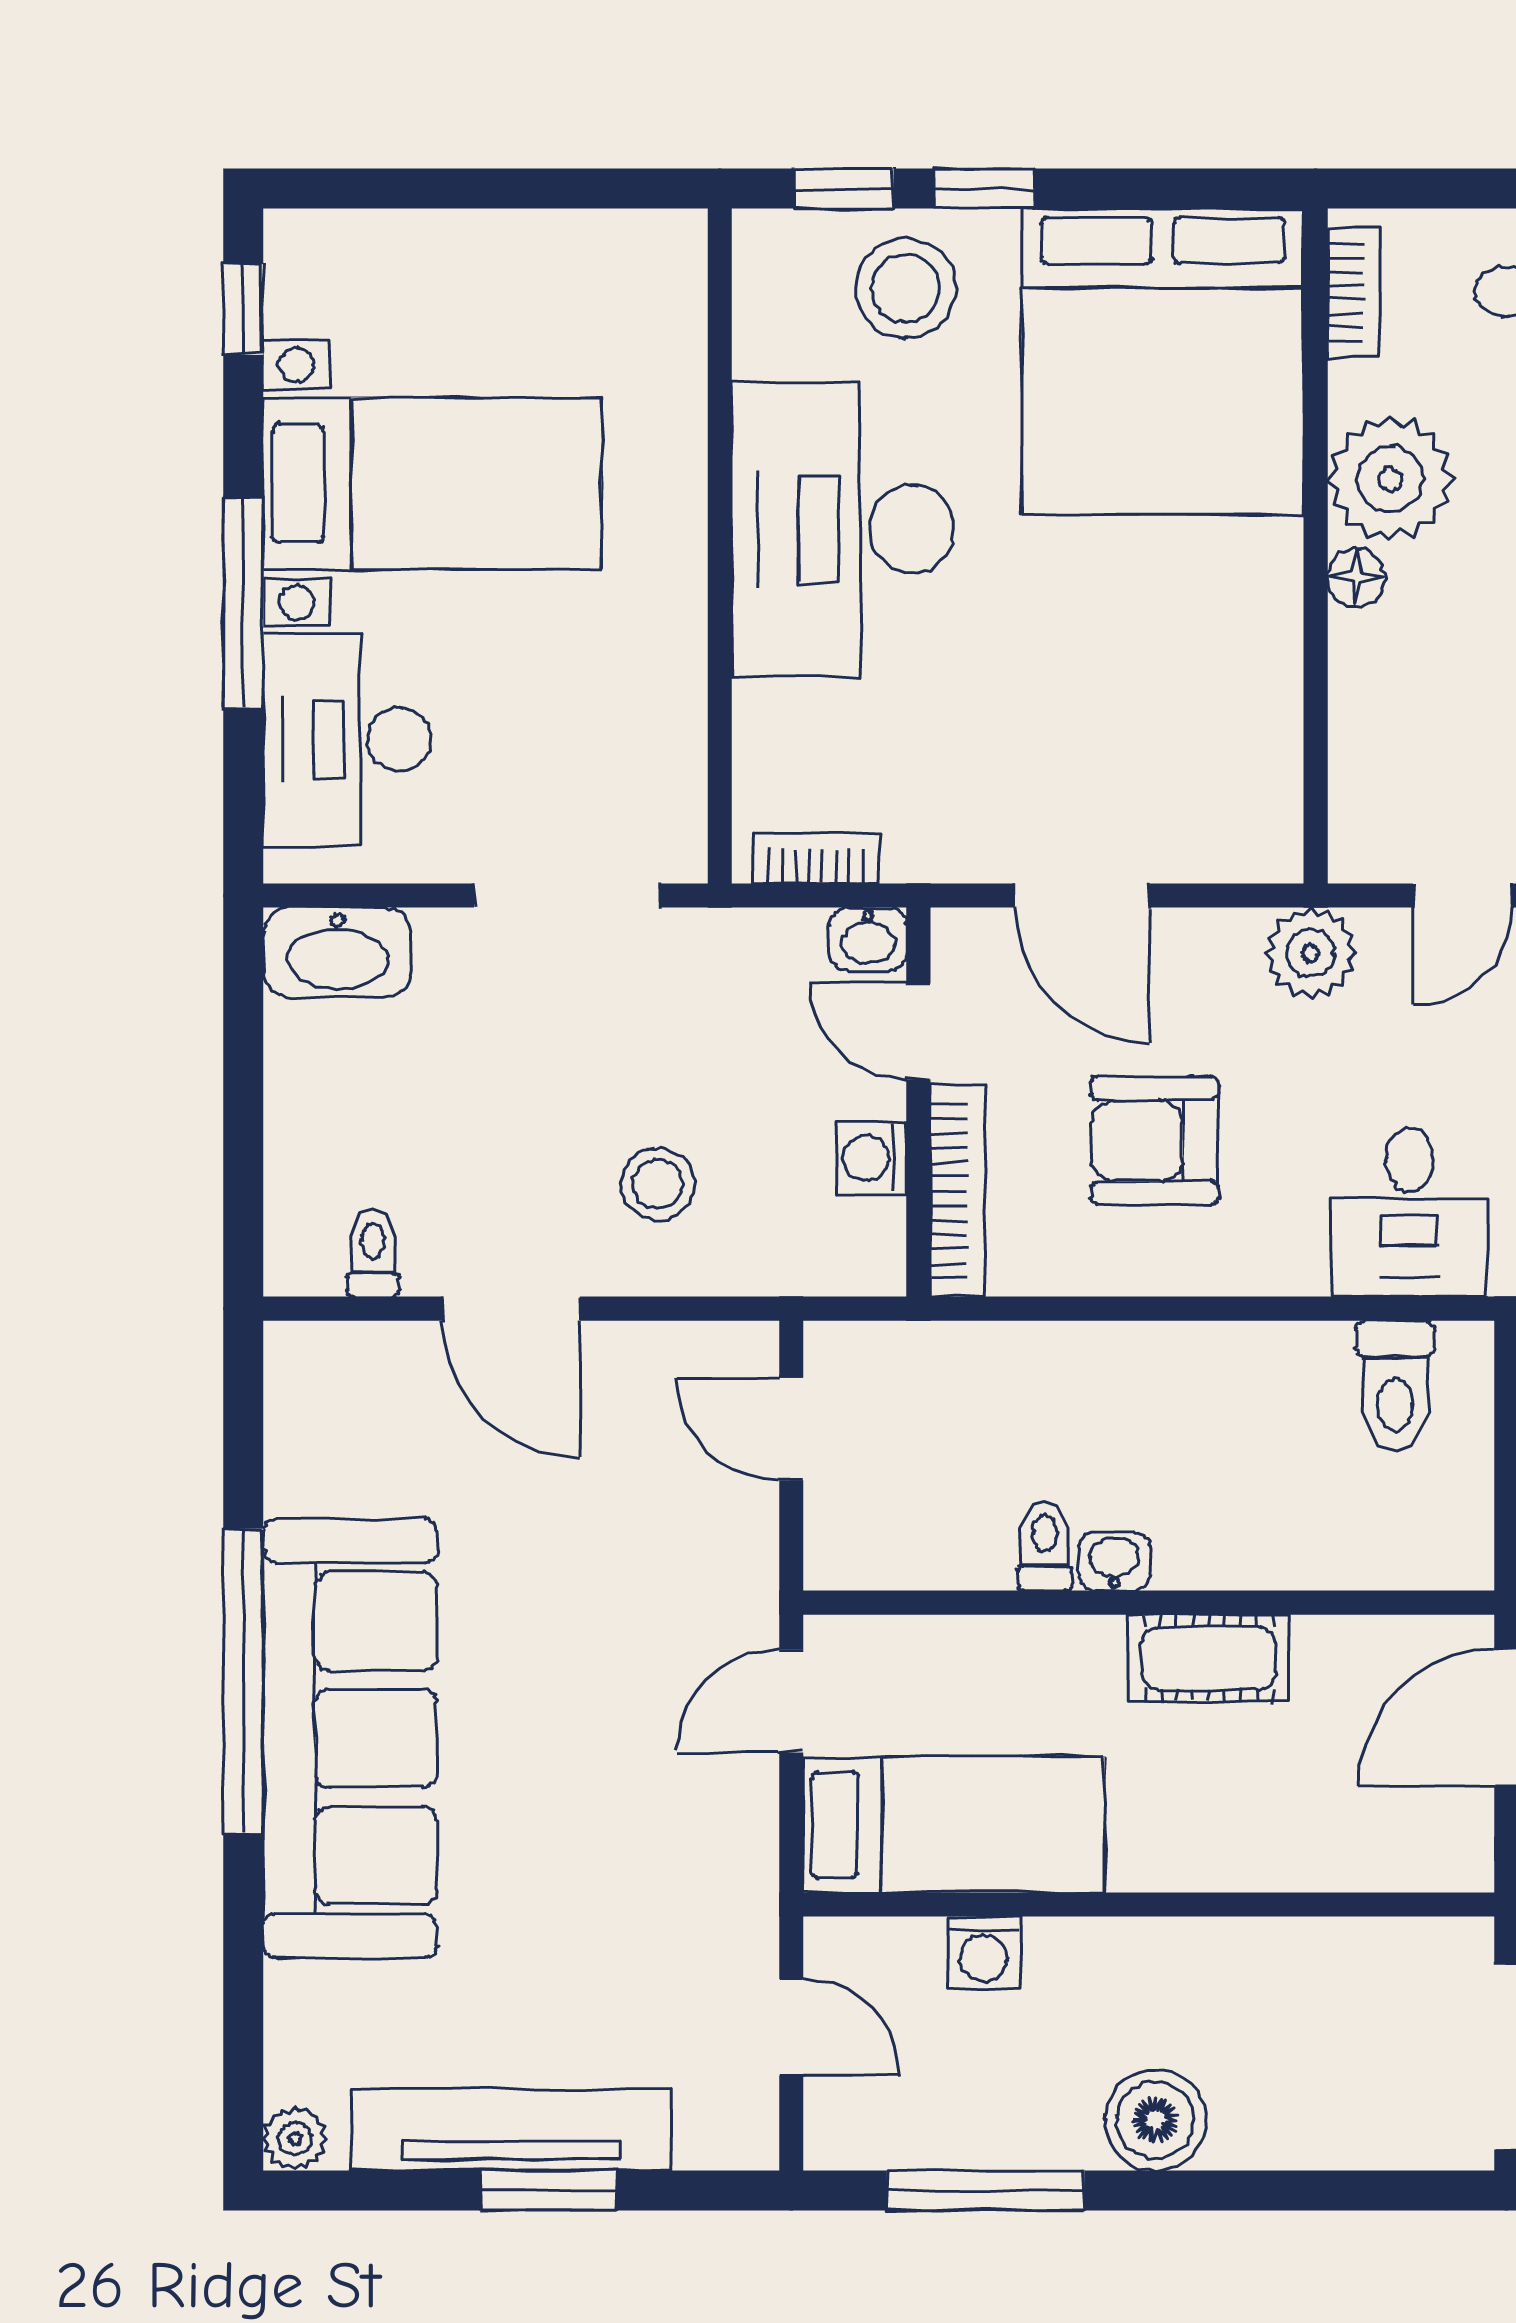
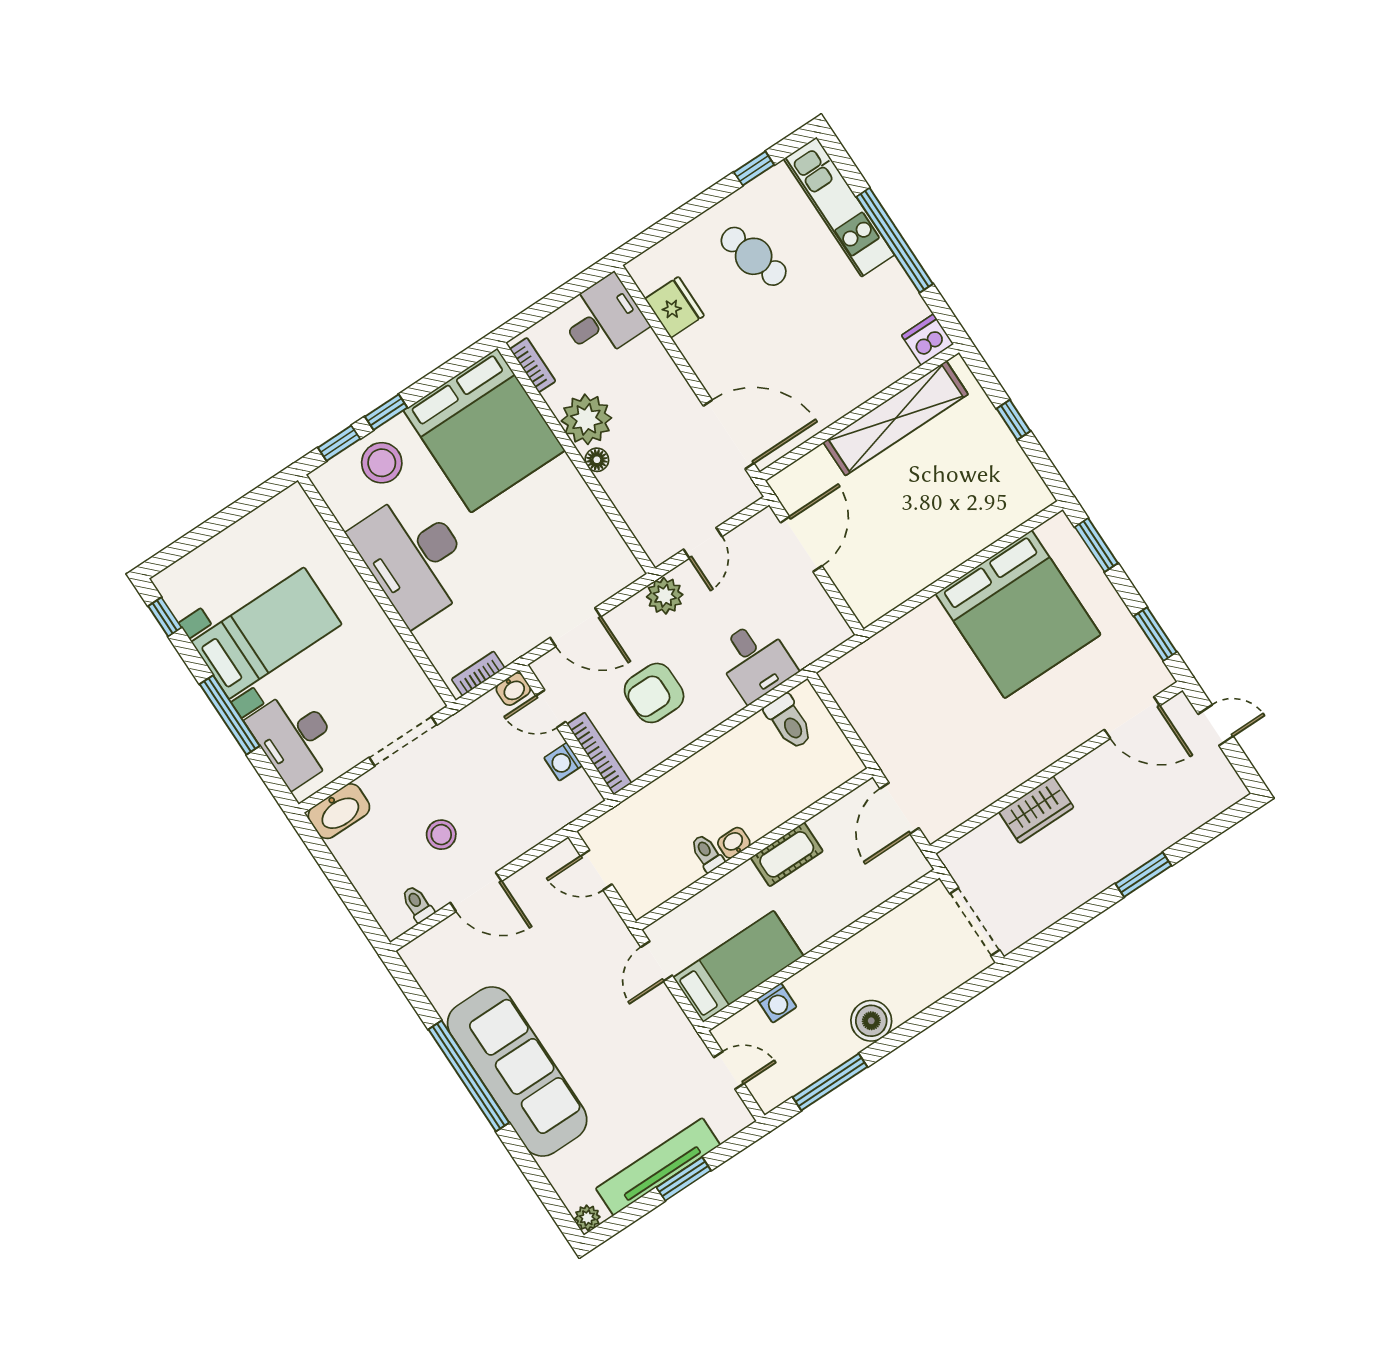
stool: (658, 1184) -> (441, 835), moved

